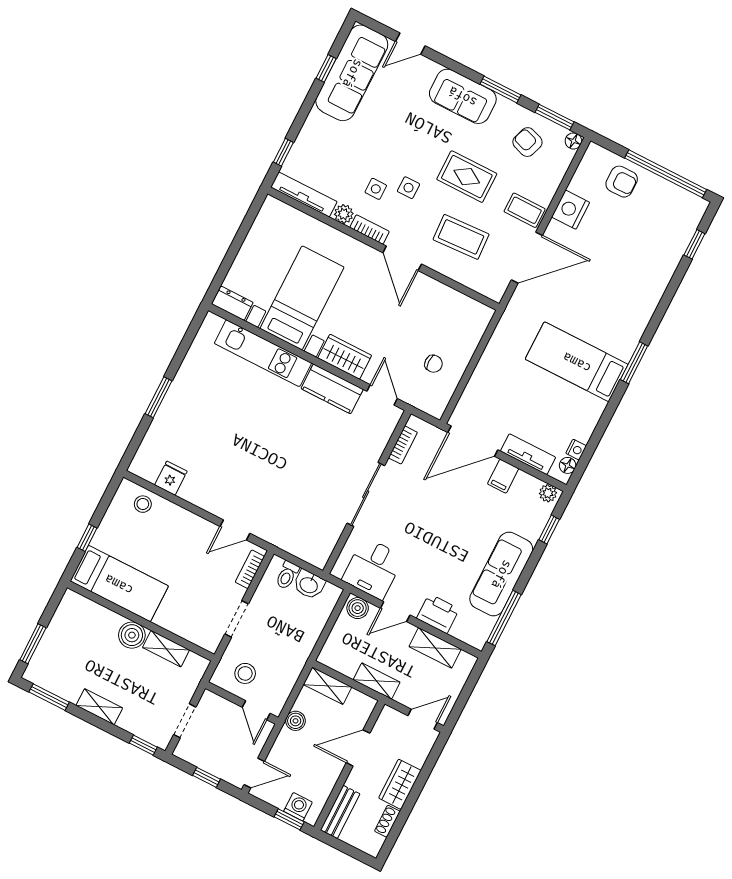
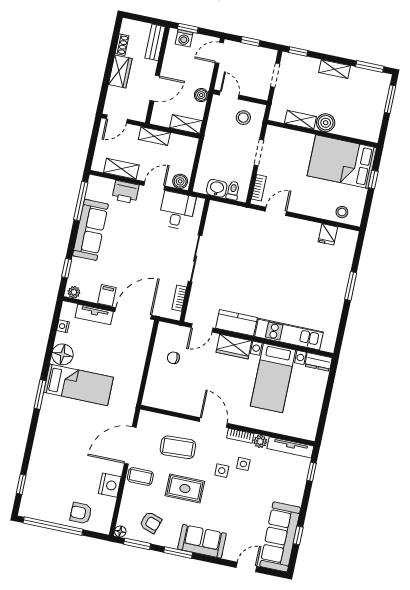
door: (382, 395) -> (202, 328), hinge flipped
floor lamp: (568, 465) -> (62, 354), moved, width x1.89, depth x1.89
bed: (119, 584) -> (342, 162), width x1.50

